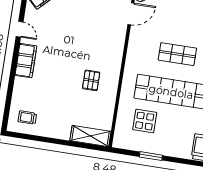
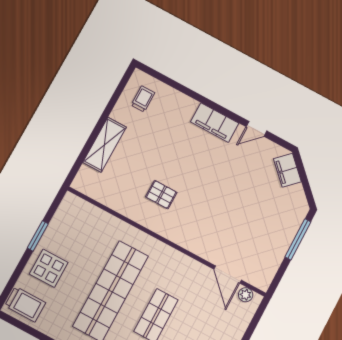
display table: (145, 121) -> (49, 268), moved
shelving: (90, 136) -> (105, 145), moved

